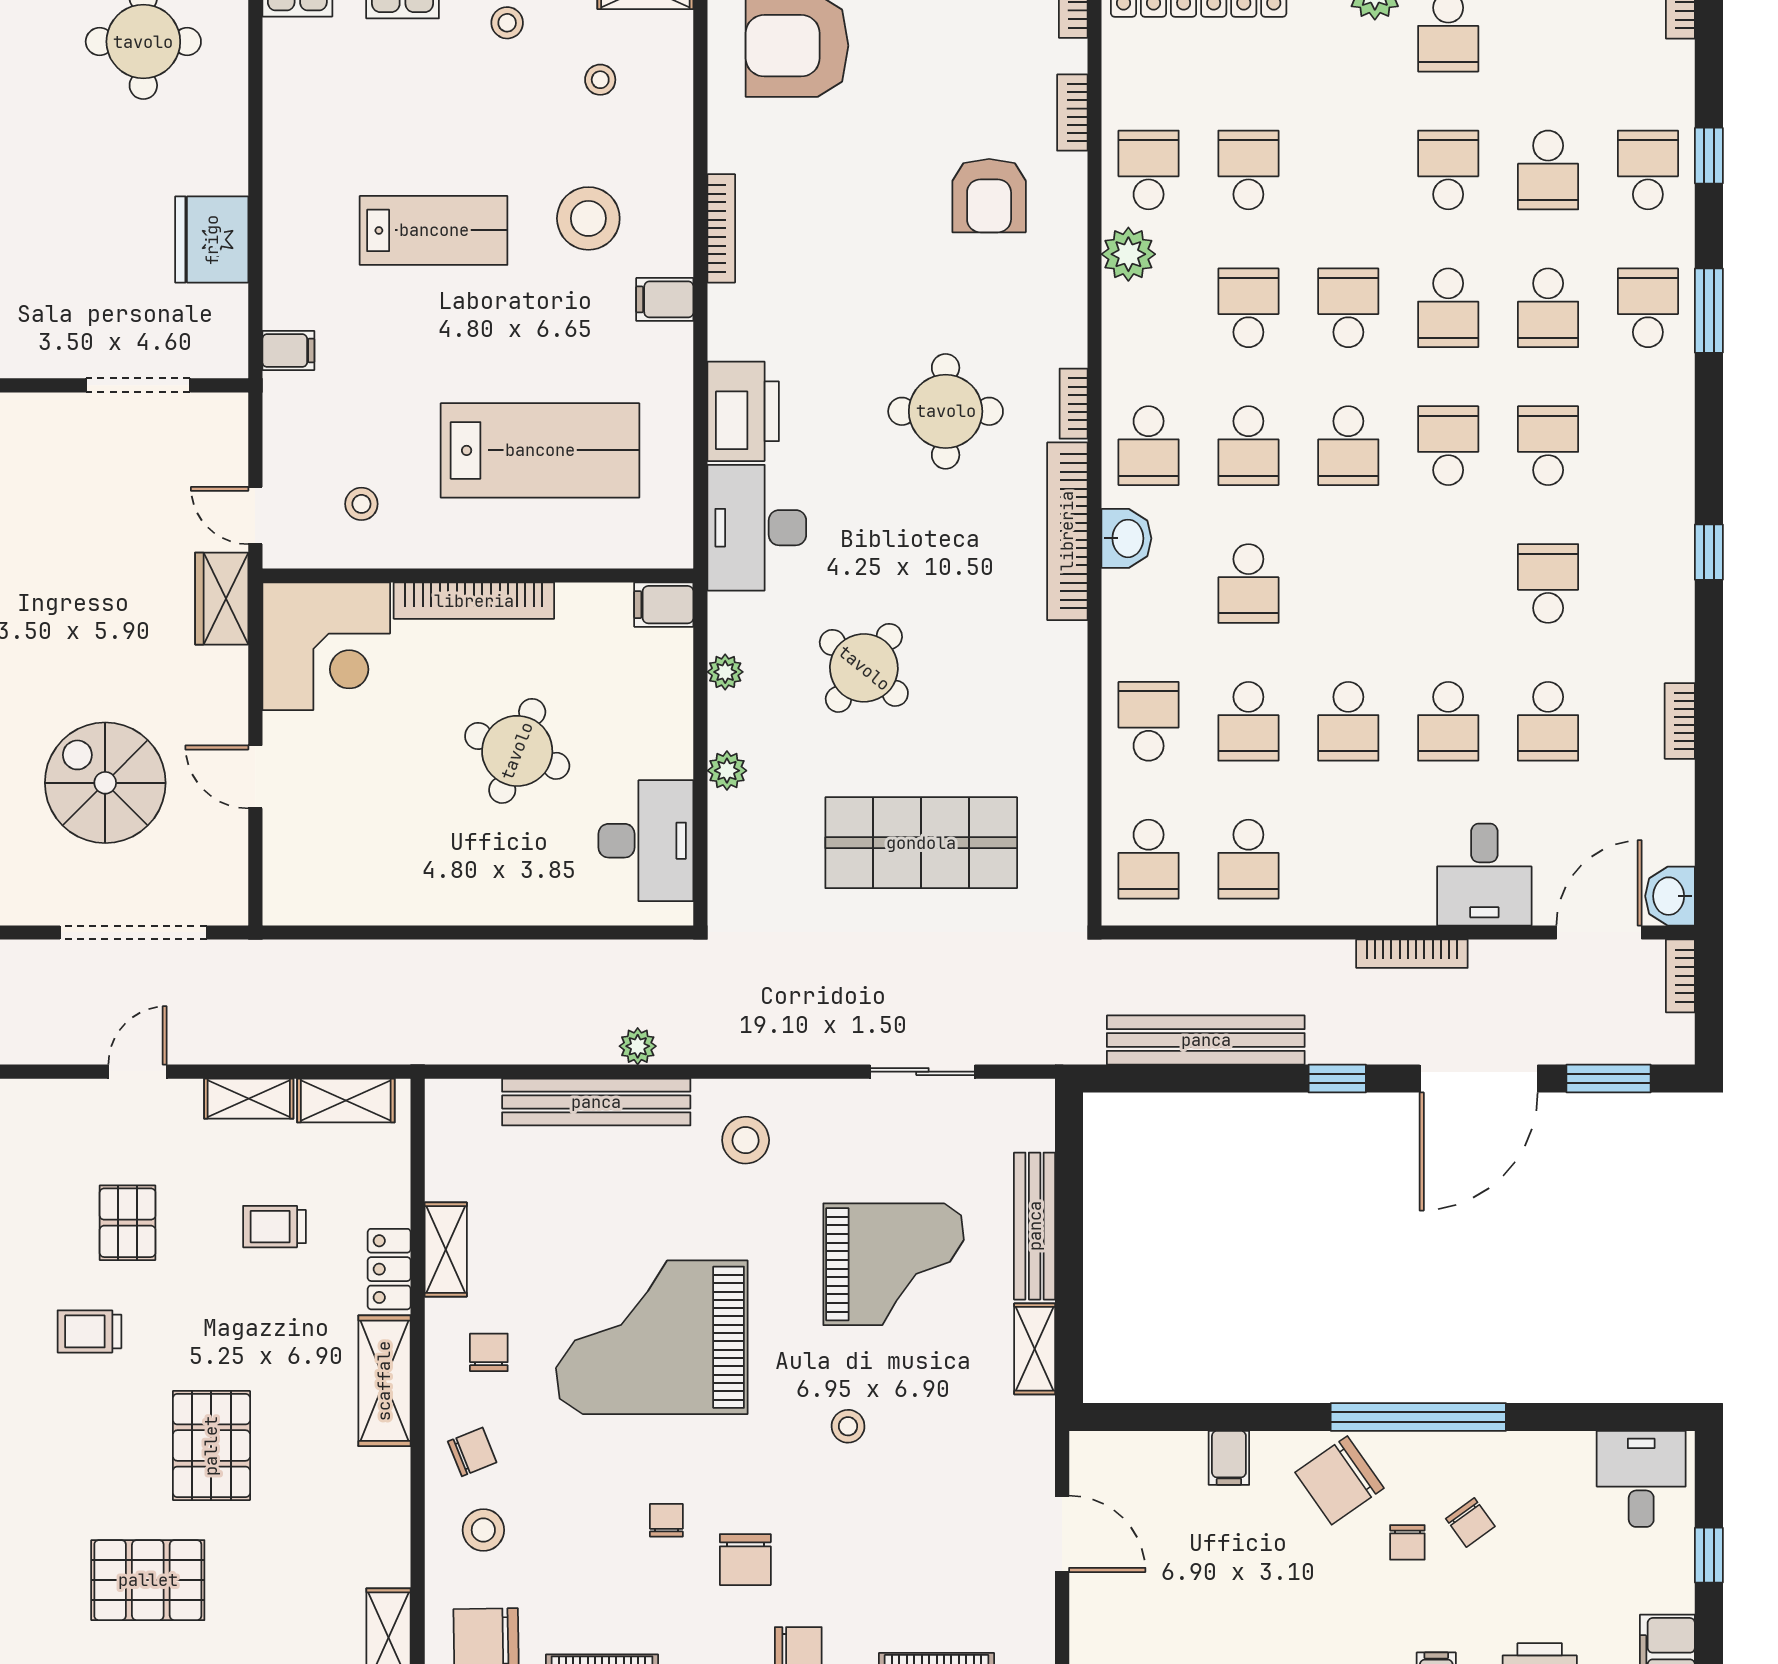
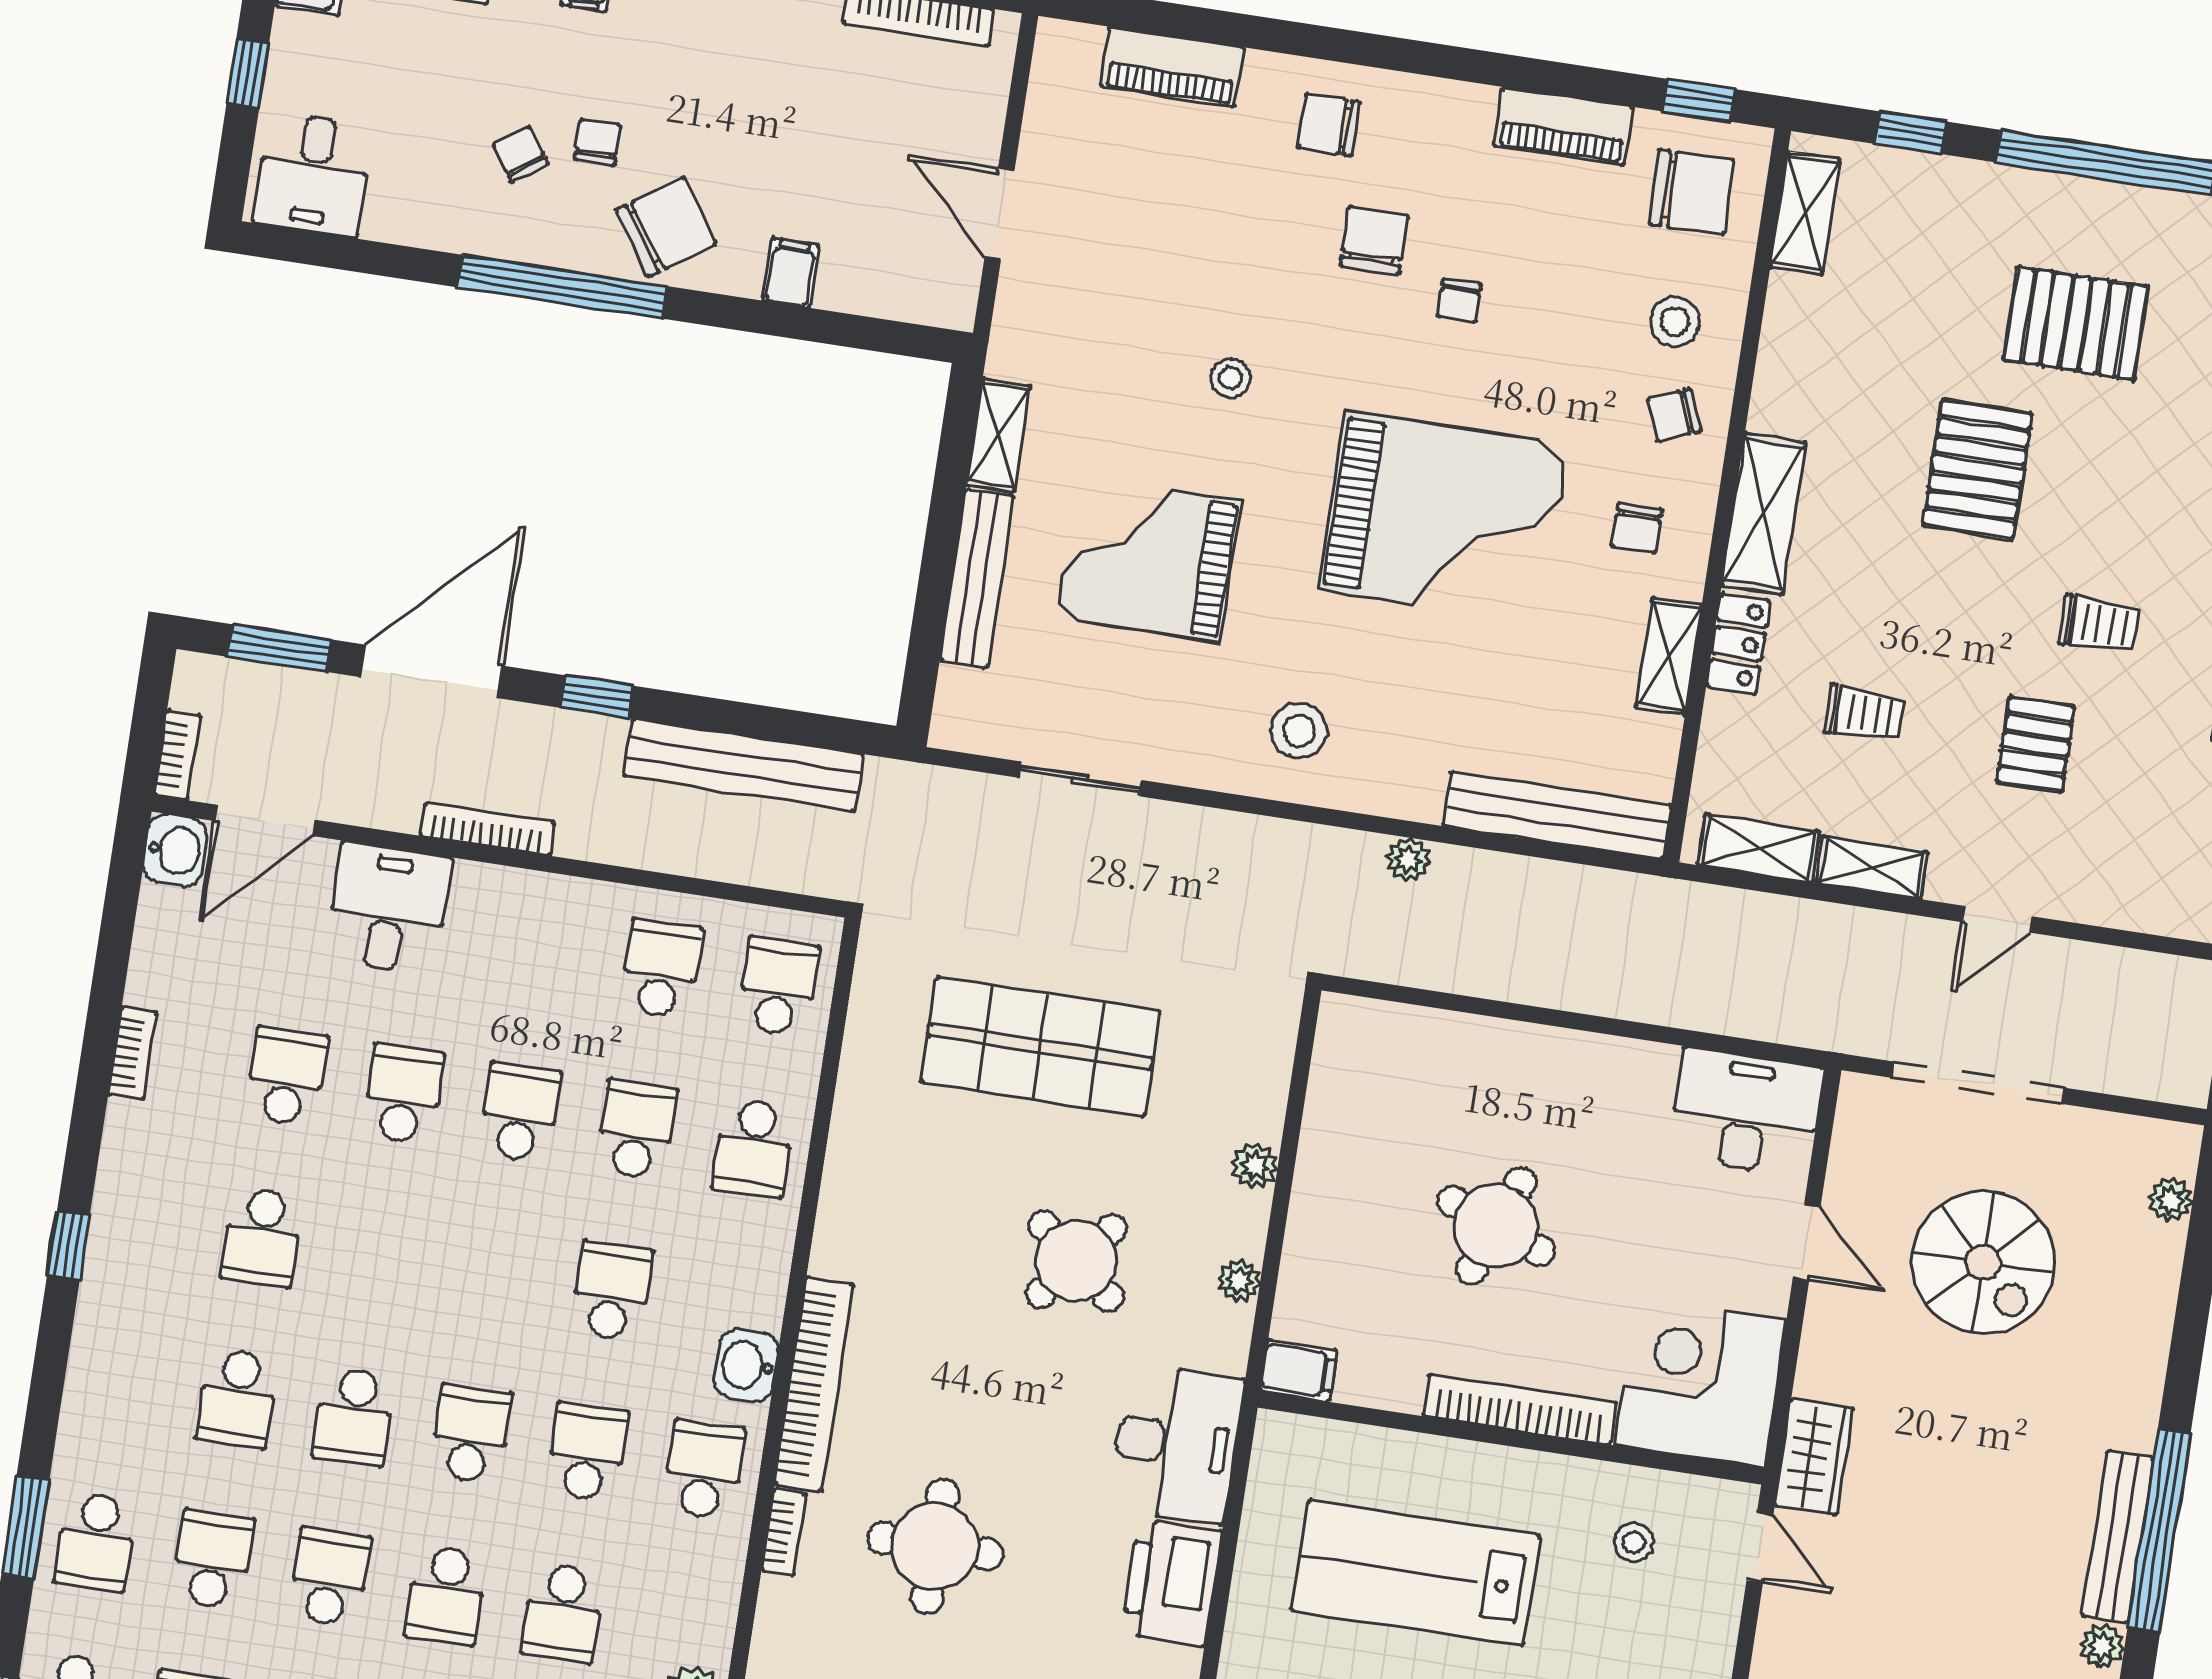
desk: (646, 841) -> (1746, 1112), moved, turned 90
bench: (596, 1102) -> (1557, 816), moved

